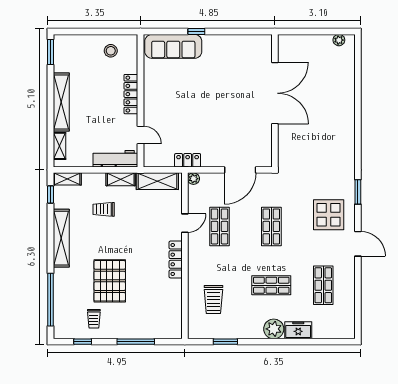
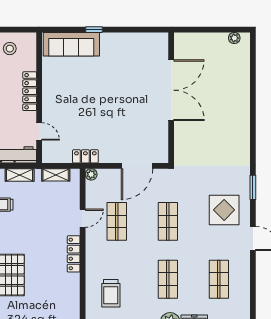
shelving: (157, 181) -> (56, 175), width x0.67, depth x0.75
shop shelf: (271, 285) -> (168, 279), turned 90

